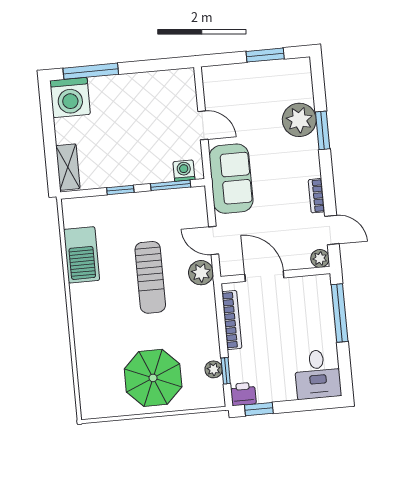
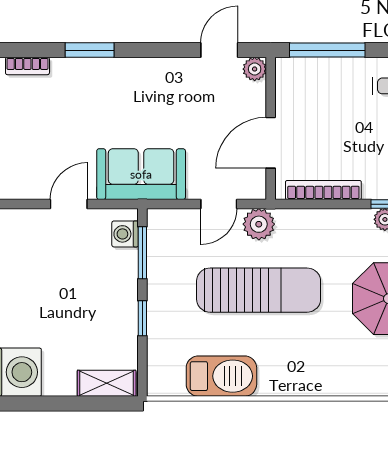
plant: (299, 120) -> (73, 79), removed
bookcase: (316, 196) -> (27, 66), moved
sun lounger: (150, 277) -> (259, 290), width x1.36, depth x1.34

